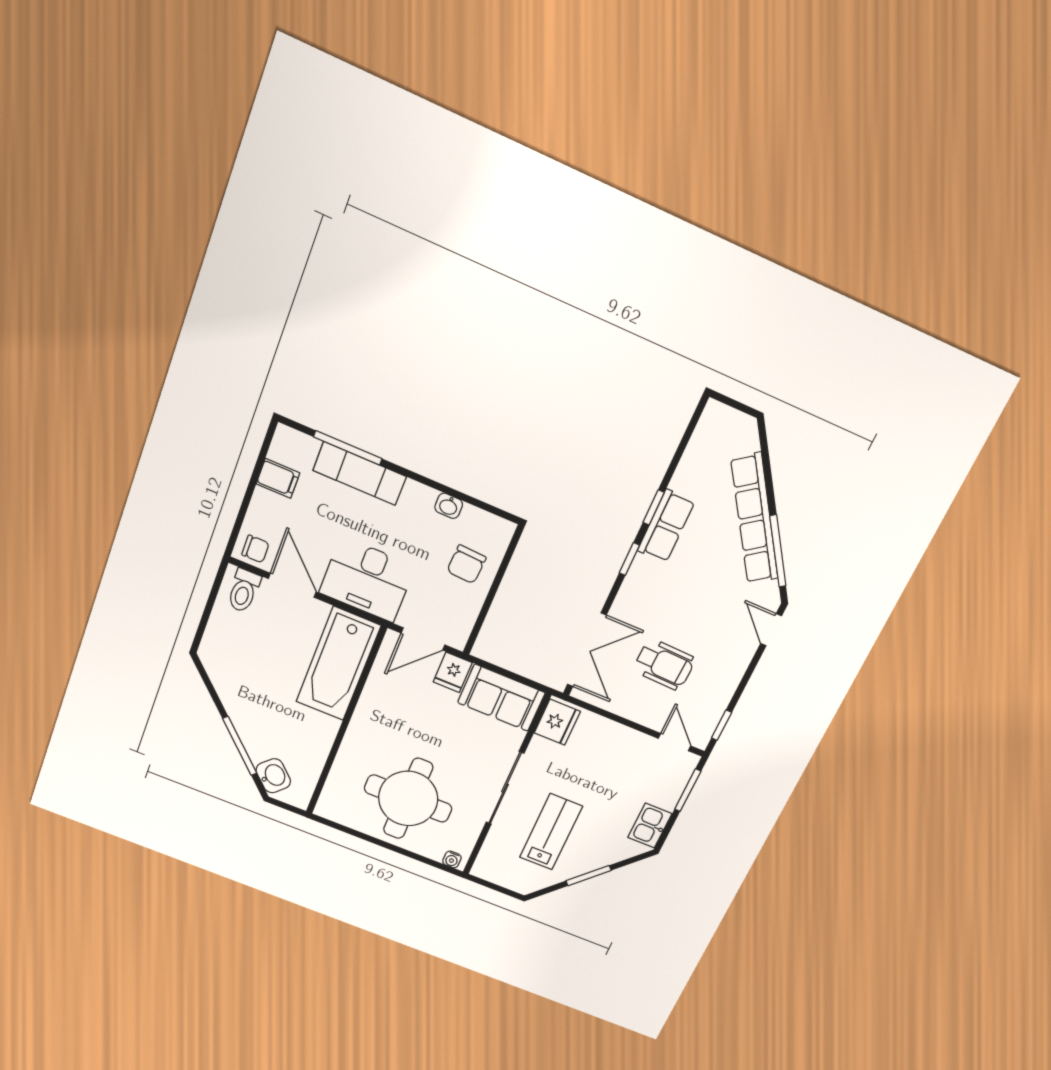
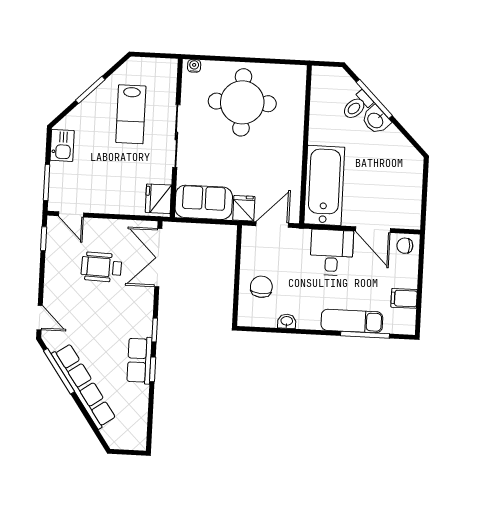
desk: (367, 580) -> (332, 252), width x0.73
toilet: (244, 591) -> (357, 106), moved, turned -135
washbasin: (273, 776) -> (376, 120), moved

